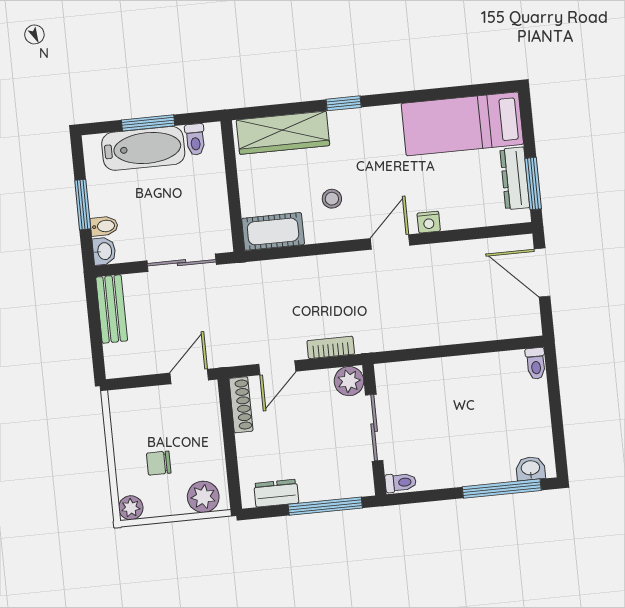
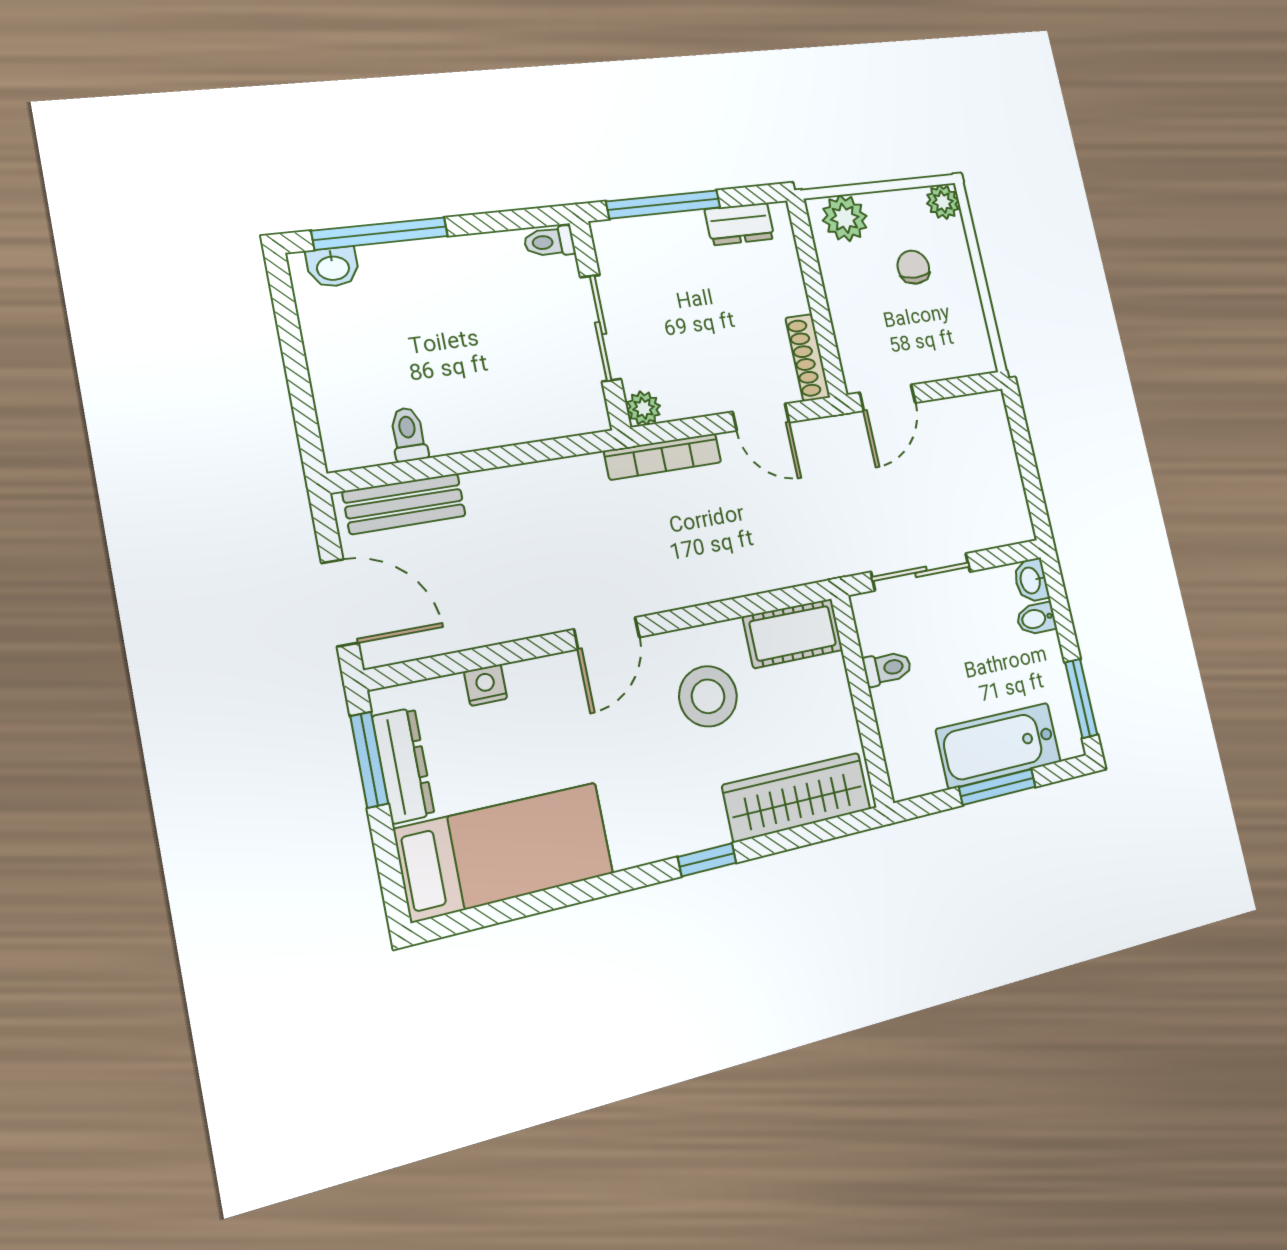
toilet: (195, 139) -> (887, 668), moved, turned 90
stool: (332, 199) -> (708, 696), width x1.89, depth x1.89
window: (83, 205) -> (1081, 698), moved
nightstand: (429, 222) -> (486, 685), moved
bench: (112, 309) -> (404, 504), moved, turned 90
bookcase: (331, 347) -> (663, 457), width x1.56
toilet: (536, 363) -> (408, 434), moved
door: (277, 368) -> (761, 417), swing flipped
plant: (349, 381) -> (643, 408), width x0.73, depth x0.73
chair: (159, 463) -> (913, 267), turned -90

